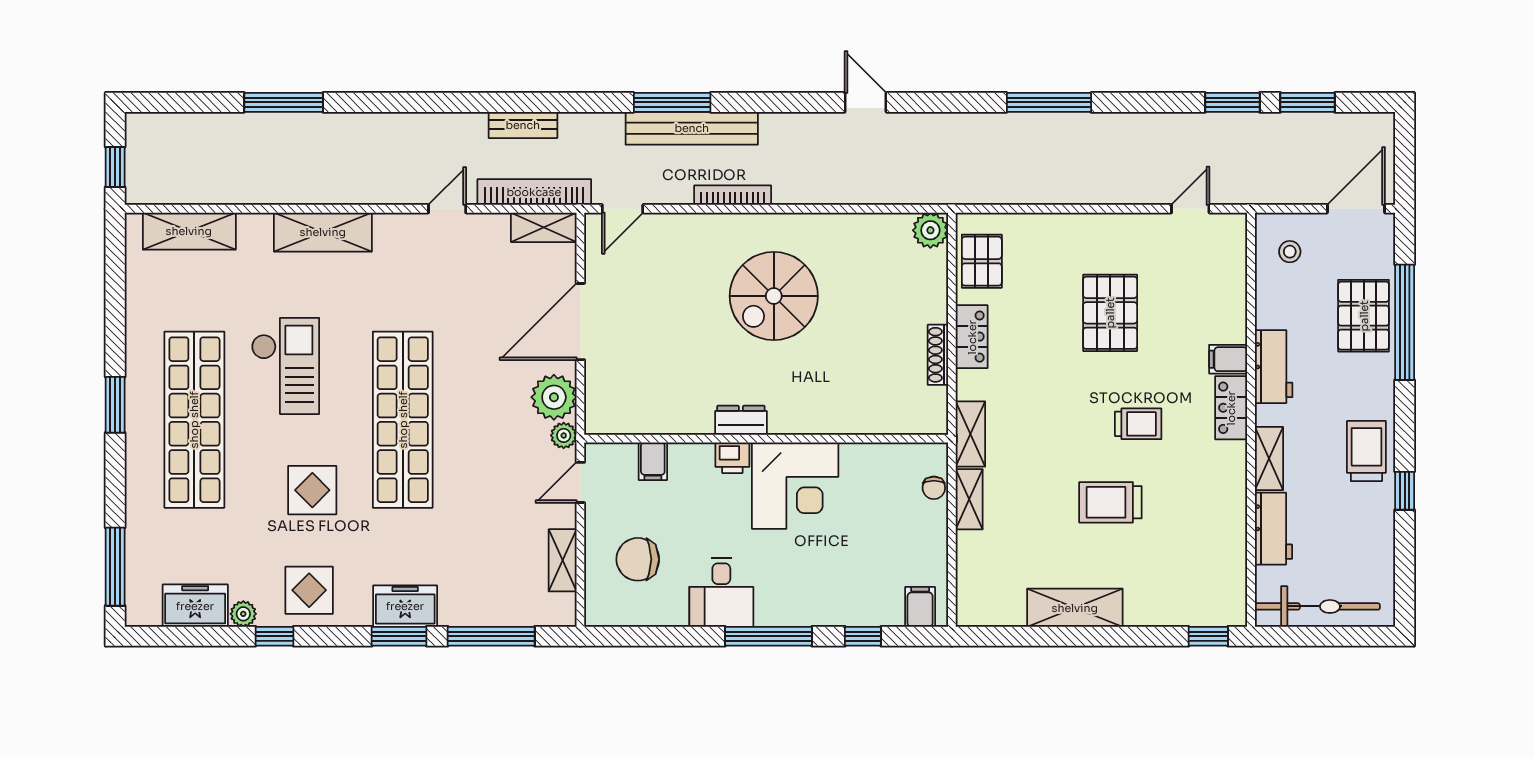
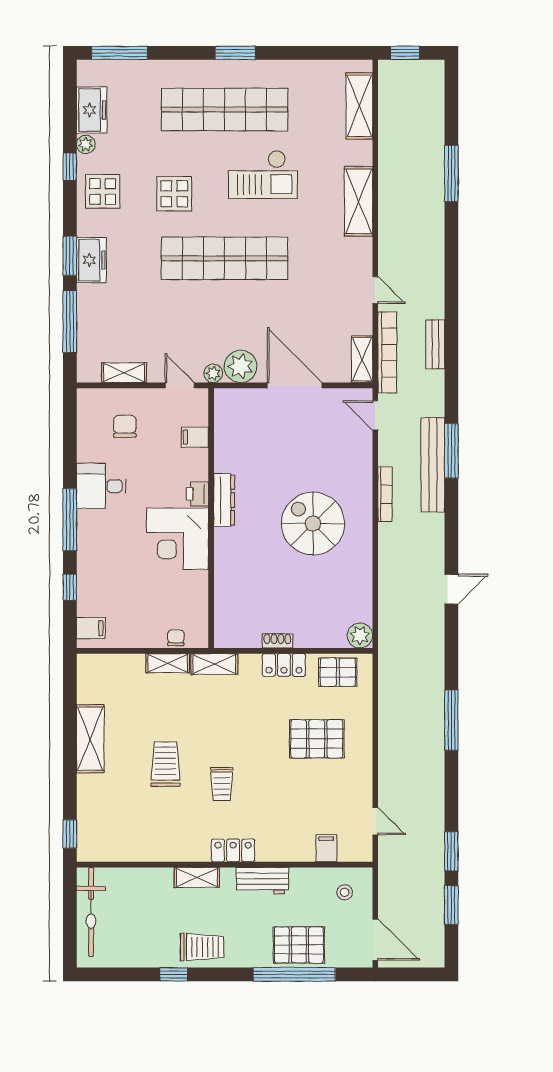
pallet: (1110, 313) -> (317, 739), moved
shoe rack: (938, 355) -> (277, 641), width x0.70
filing cabinet: (1228, 359) -> (326, 848), moved
dresser: (741, 420) -> (224, 500), width x1.44
chair: (934, 488) -> (176, 638), turned 90
workbench: (1273, 529) -> (147, 881), removed
chair: (638, 559) -> (125, 426), width x0.73, depth x0.73

